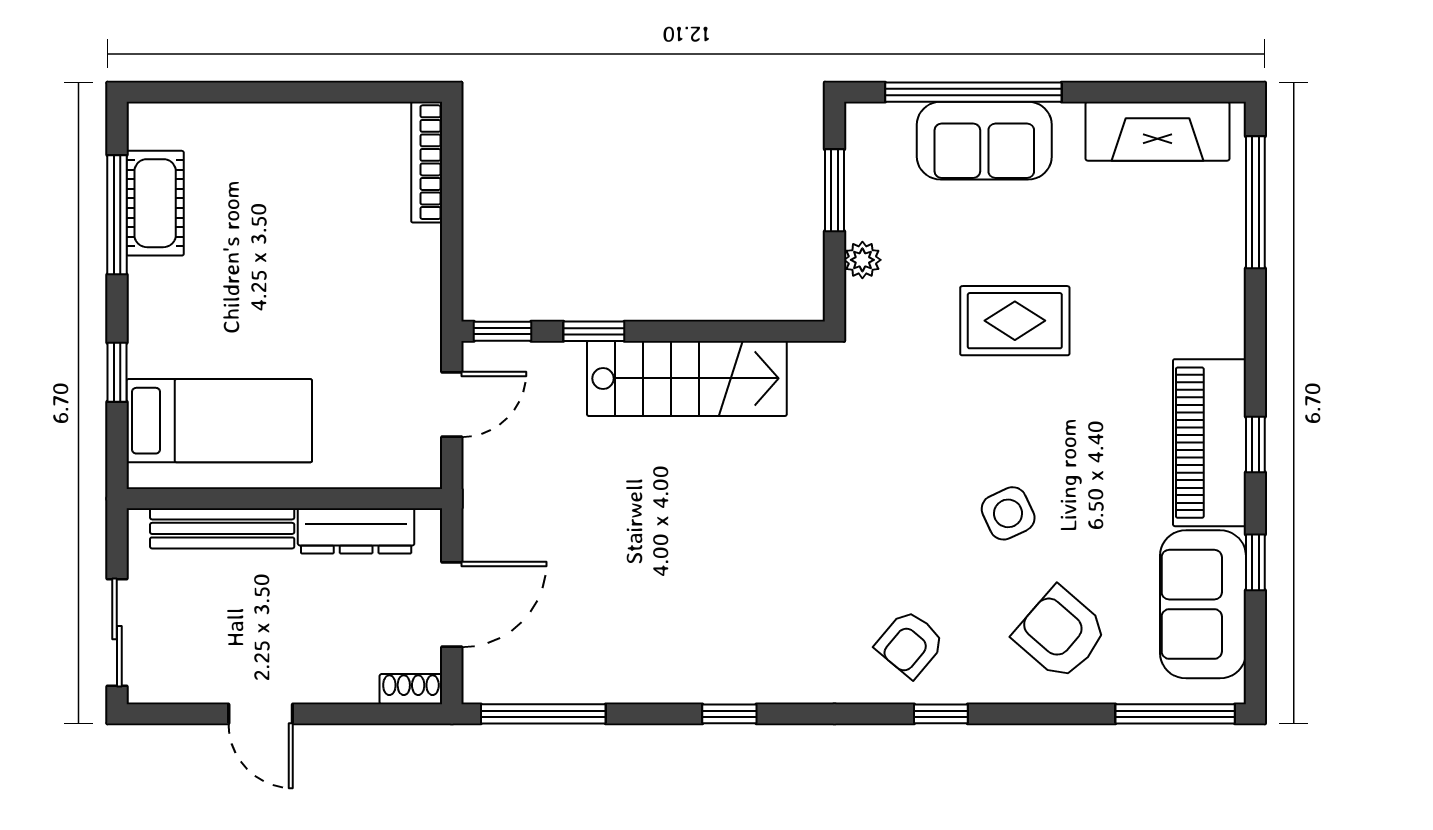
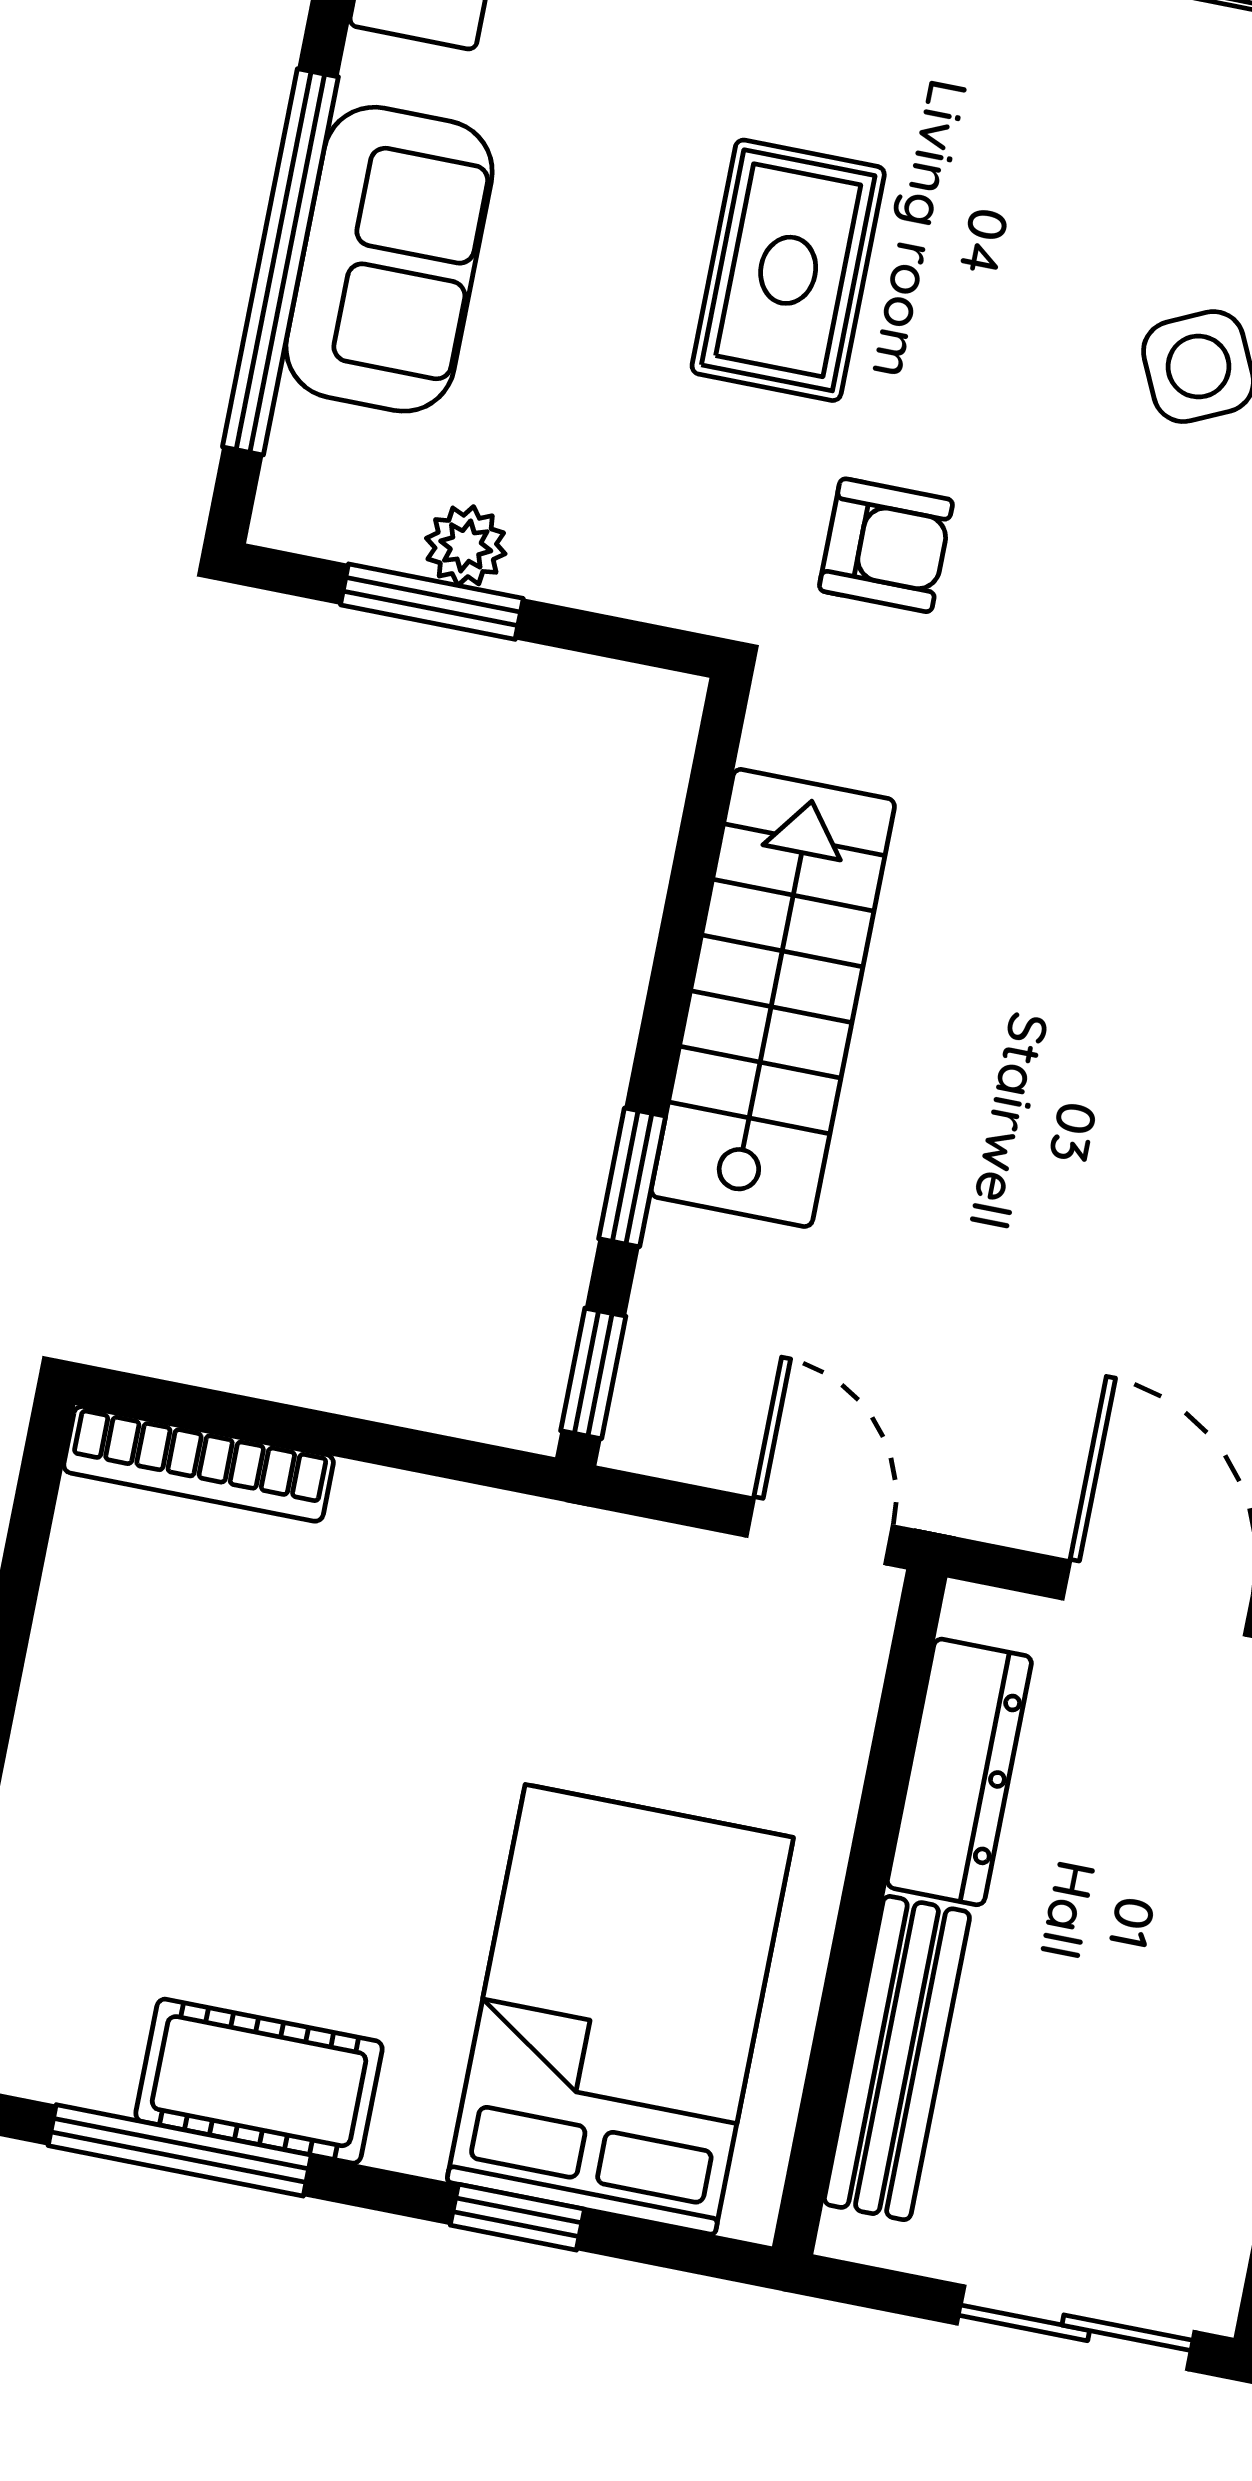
cot: (155, 203) -> (259, 2081), moved
plant: (862, 260) -> (466, 546), moved
armchair: (900, 389) -> (886, 545), added
door: (452, 404) -> (820, 1531), moved
bed: (219, 421) -> (620, 2010), width x1.50

